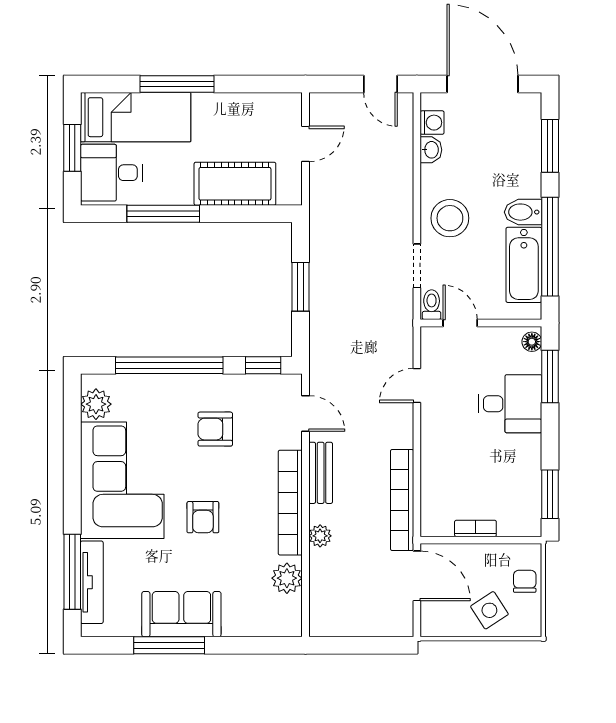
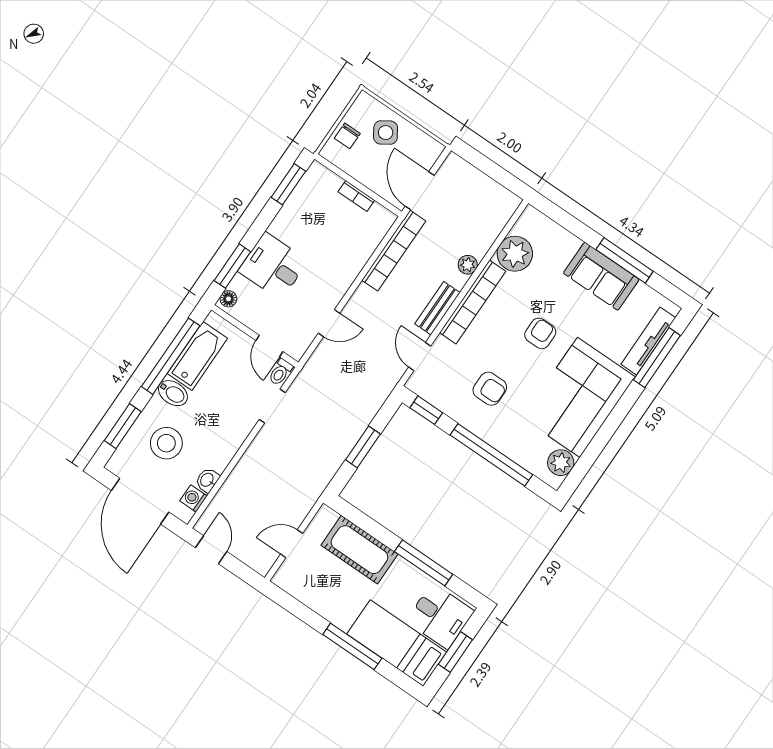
stool: (450, 218) -> (166, 443), moved
plant: (287, 578) -> (515, 254), width x1.36, depth x1.36

